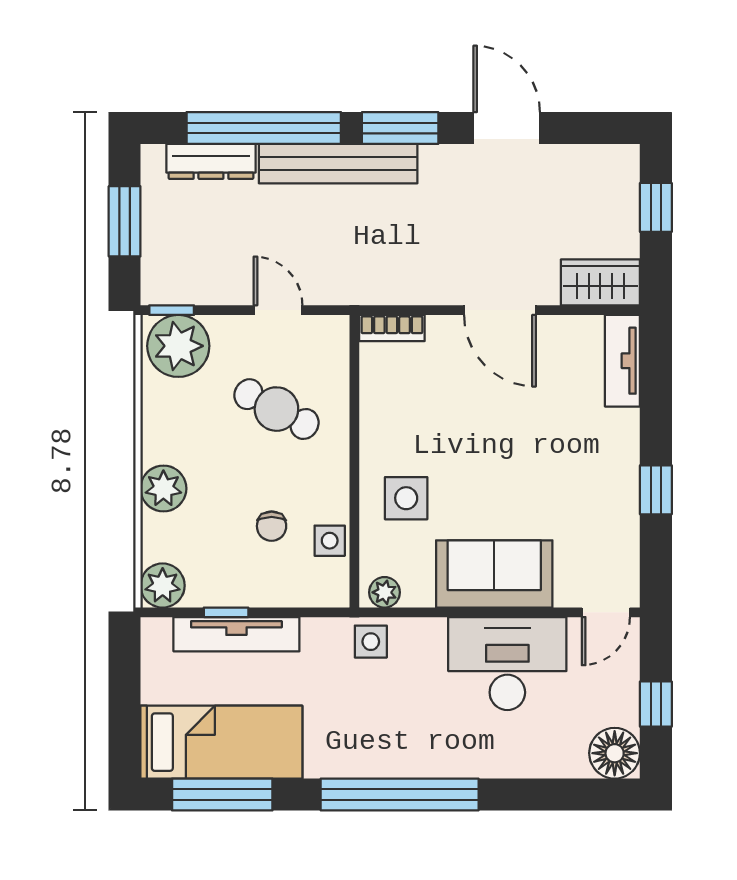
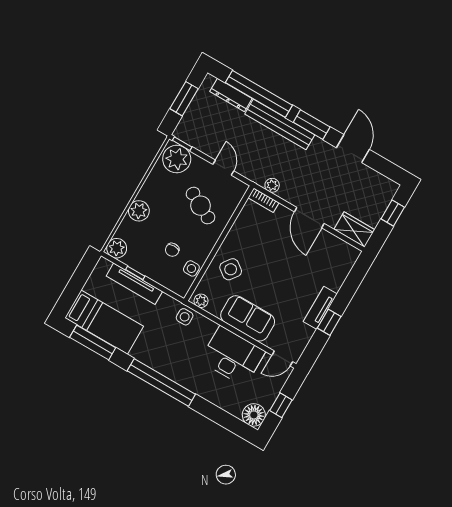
plant: (392, 290) -> (272, 185), added
tv unit: (622, 361) -> (320, 308), moved
side table: (406, 498) -> (231, 269), turned 36

